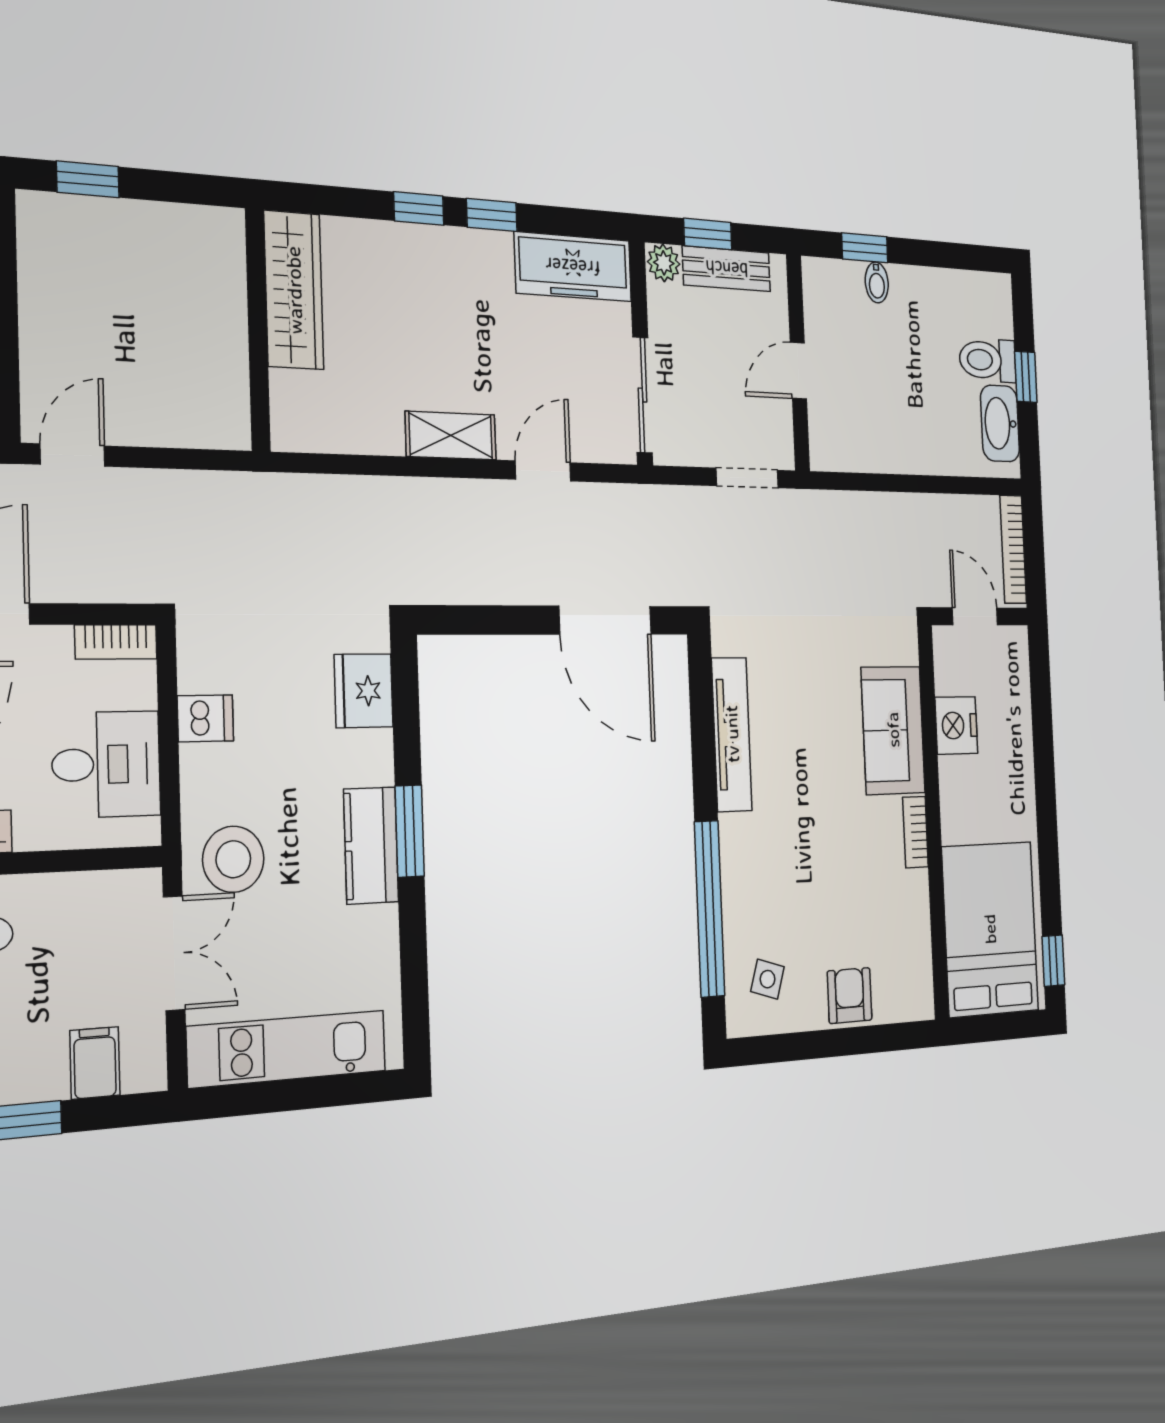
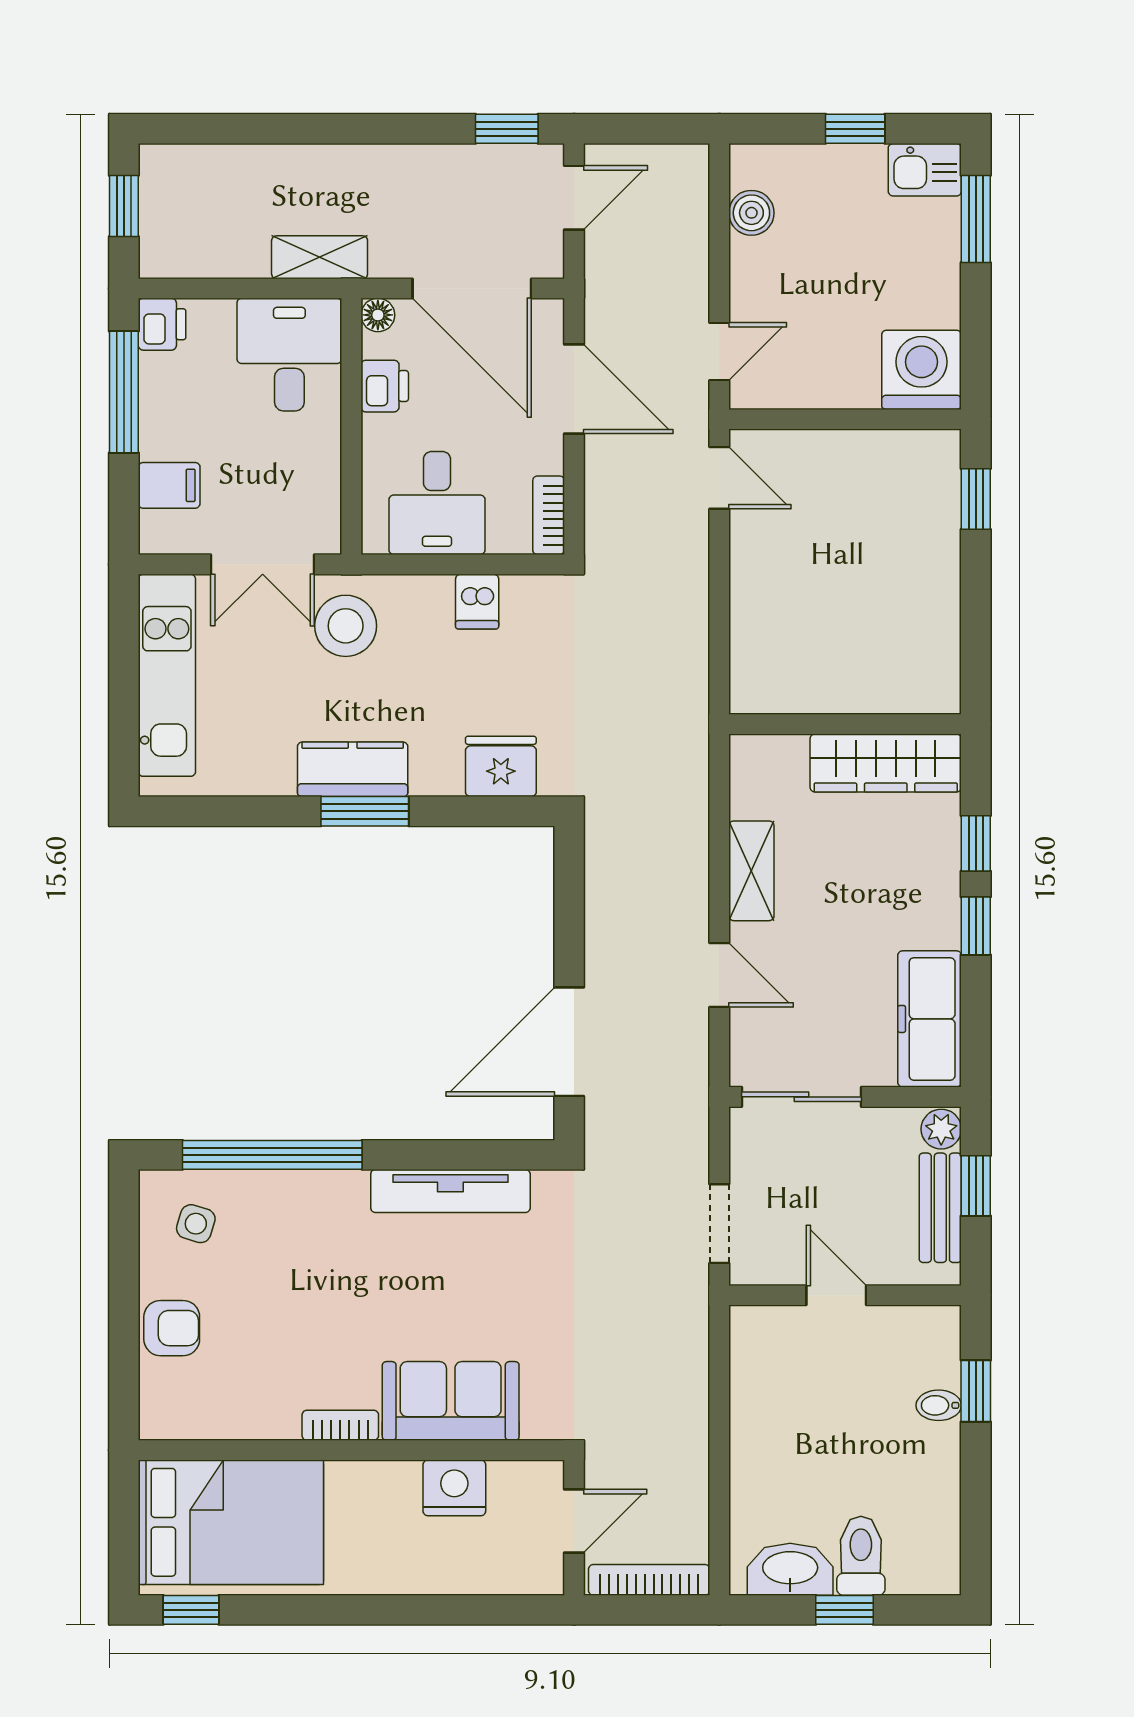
wardrobe: (294, 290) -> (886, 763), moved
wall: (258, 330) -> (845, 724), moved

